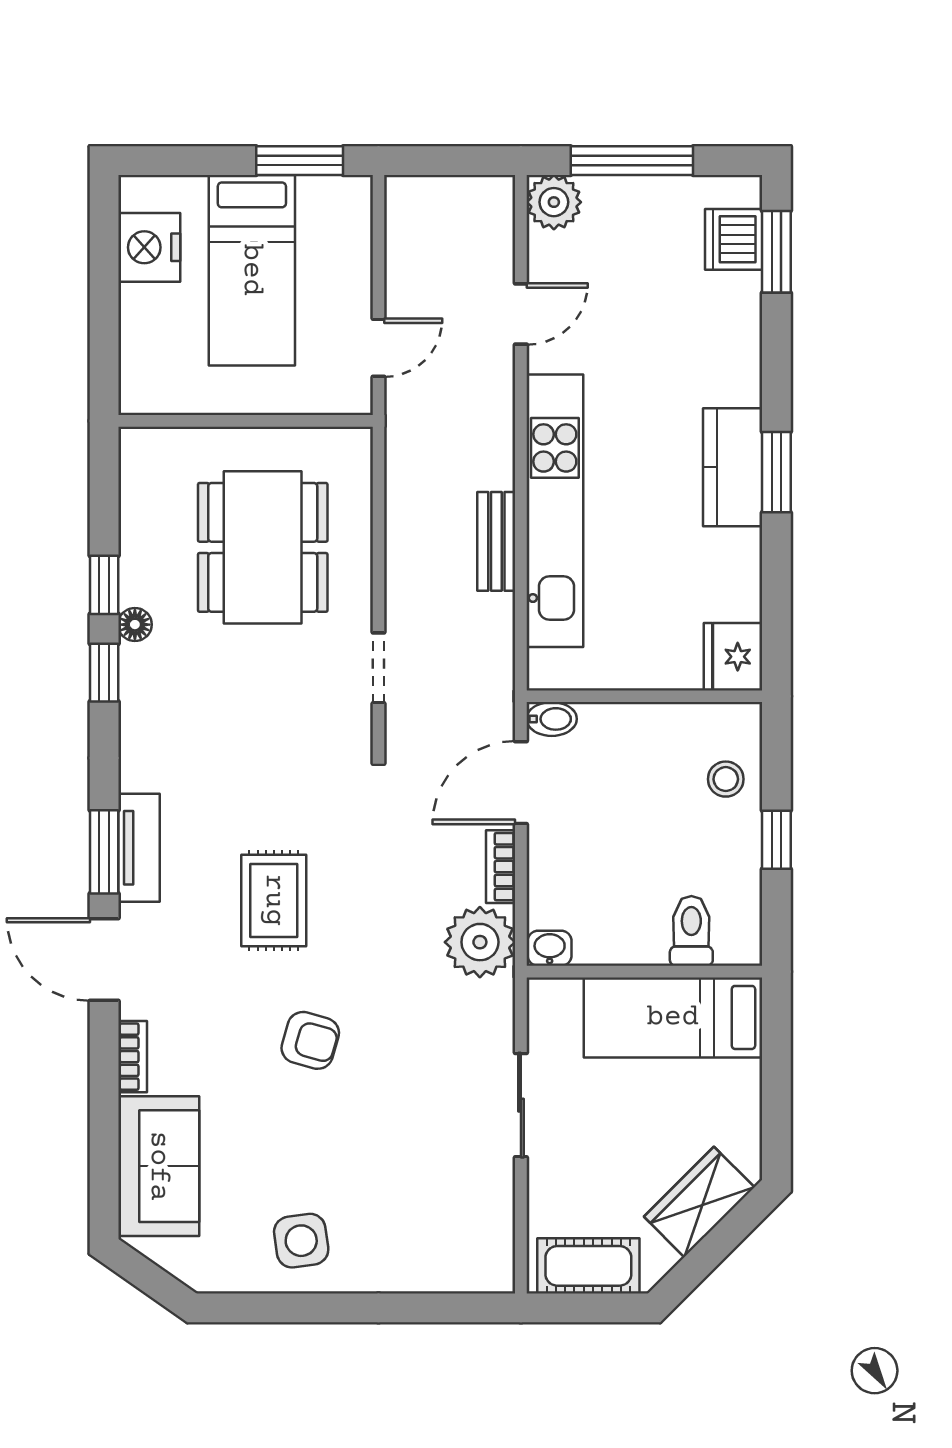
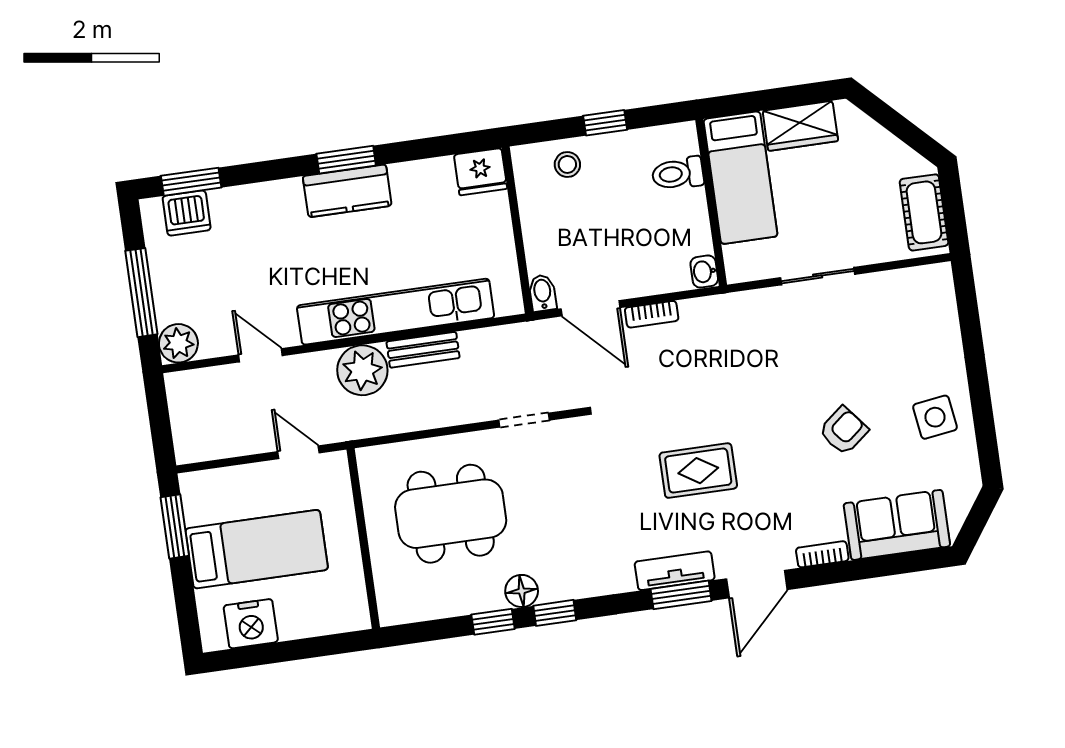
floor lamp: (135, 625) -> (522, 591), width x1.37, depth x1.37
plant: (480, 942) -> (362, 370), moved
armchair: (310, 1040) -> (844, 431), moved, turned 35
wardrobe: (699, 1202) -> (800, 126), moved, turned -45

